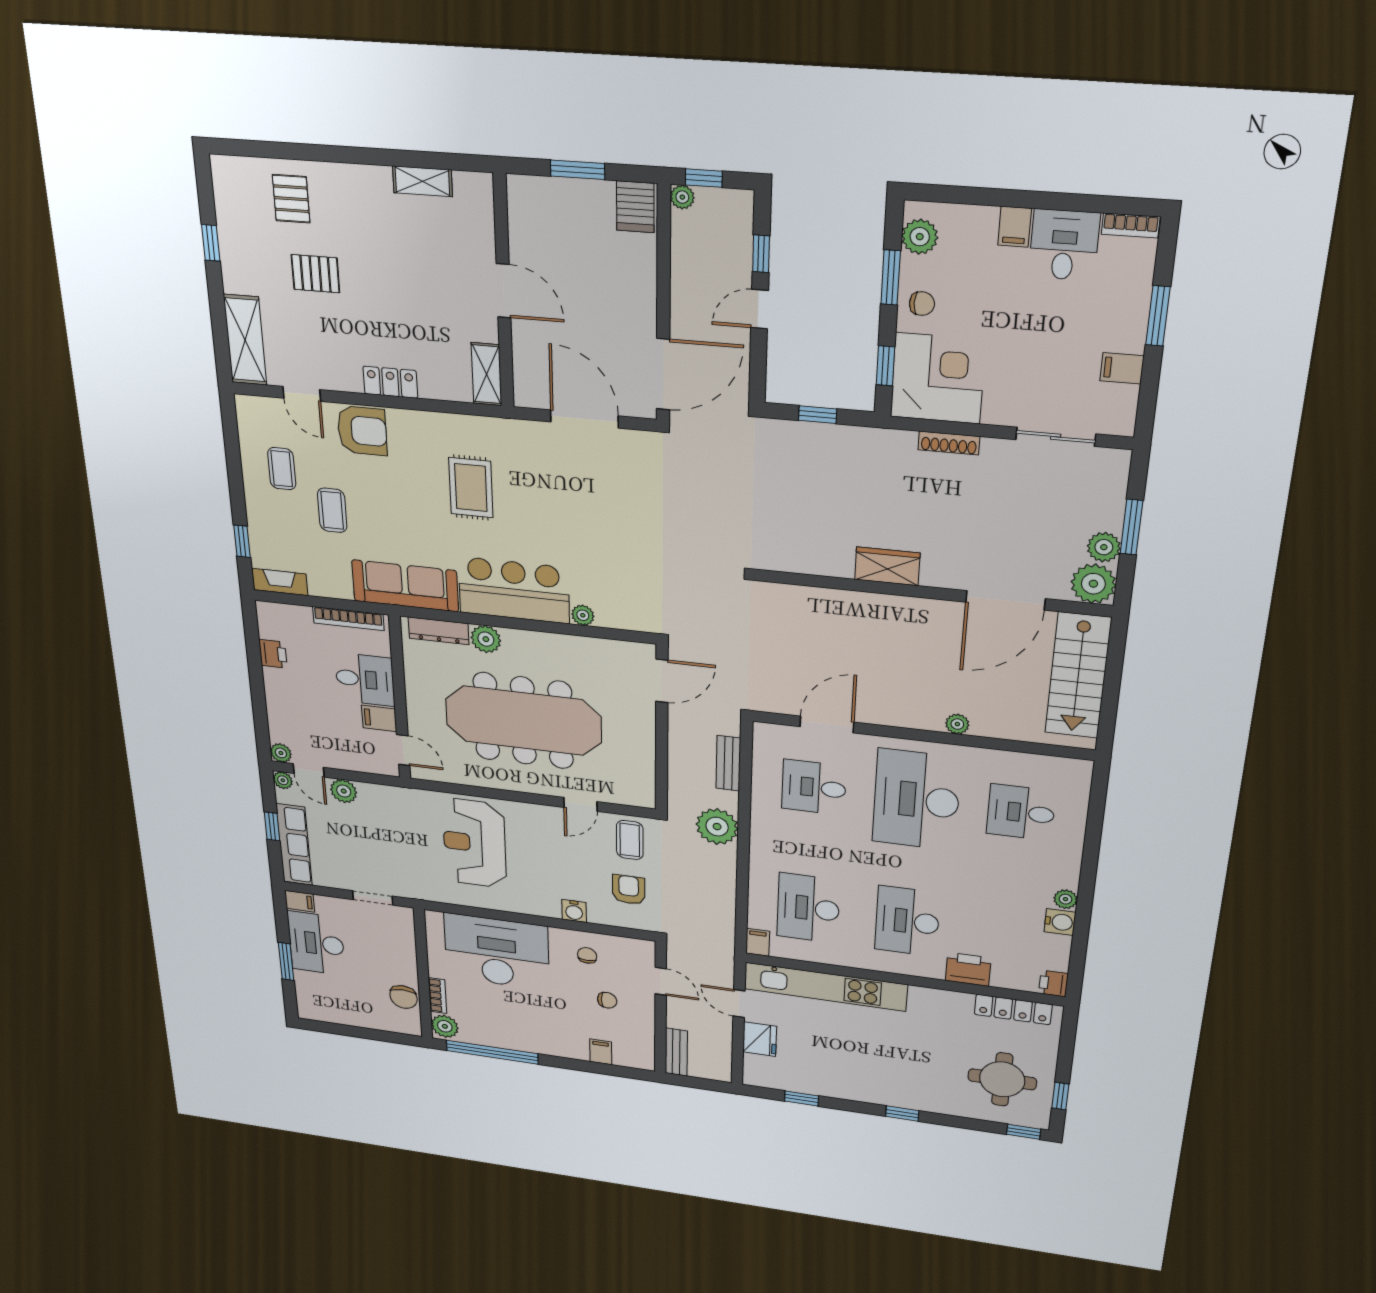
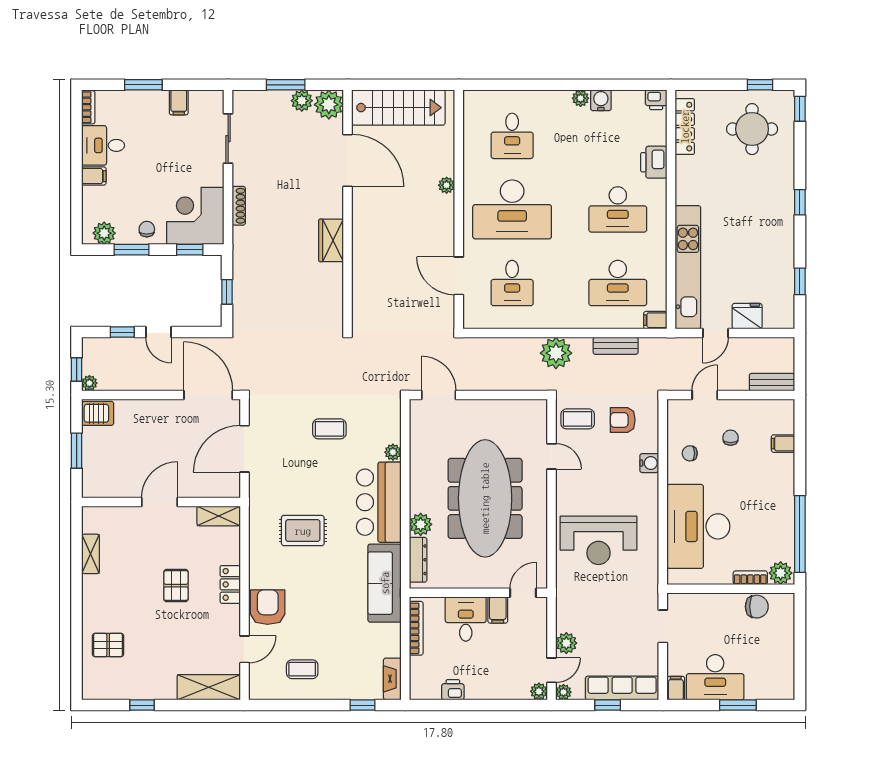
pallet: (315, 274) -> (176, 586), moved
coffee table: (332, 510) -> (329, 429), moved
bench: (728, 763) -> (616, 346), moved

